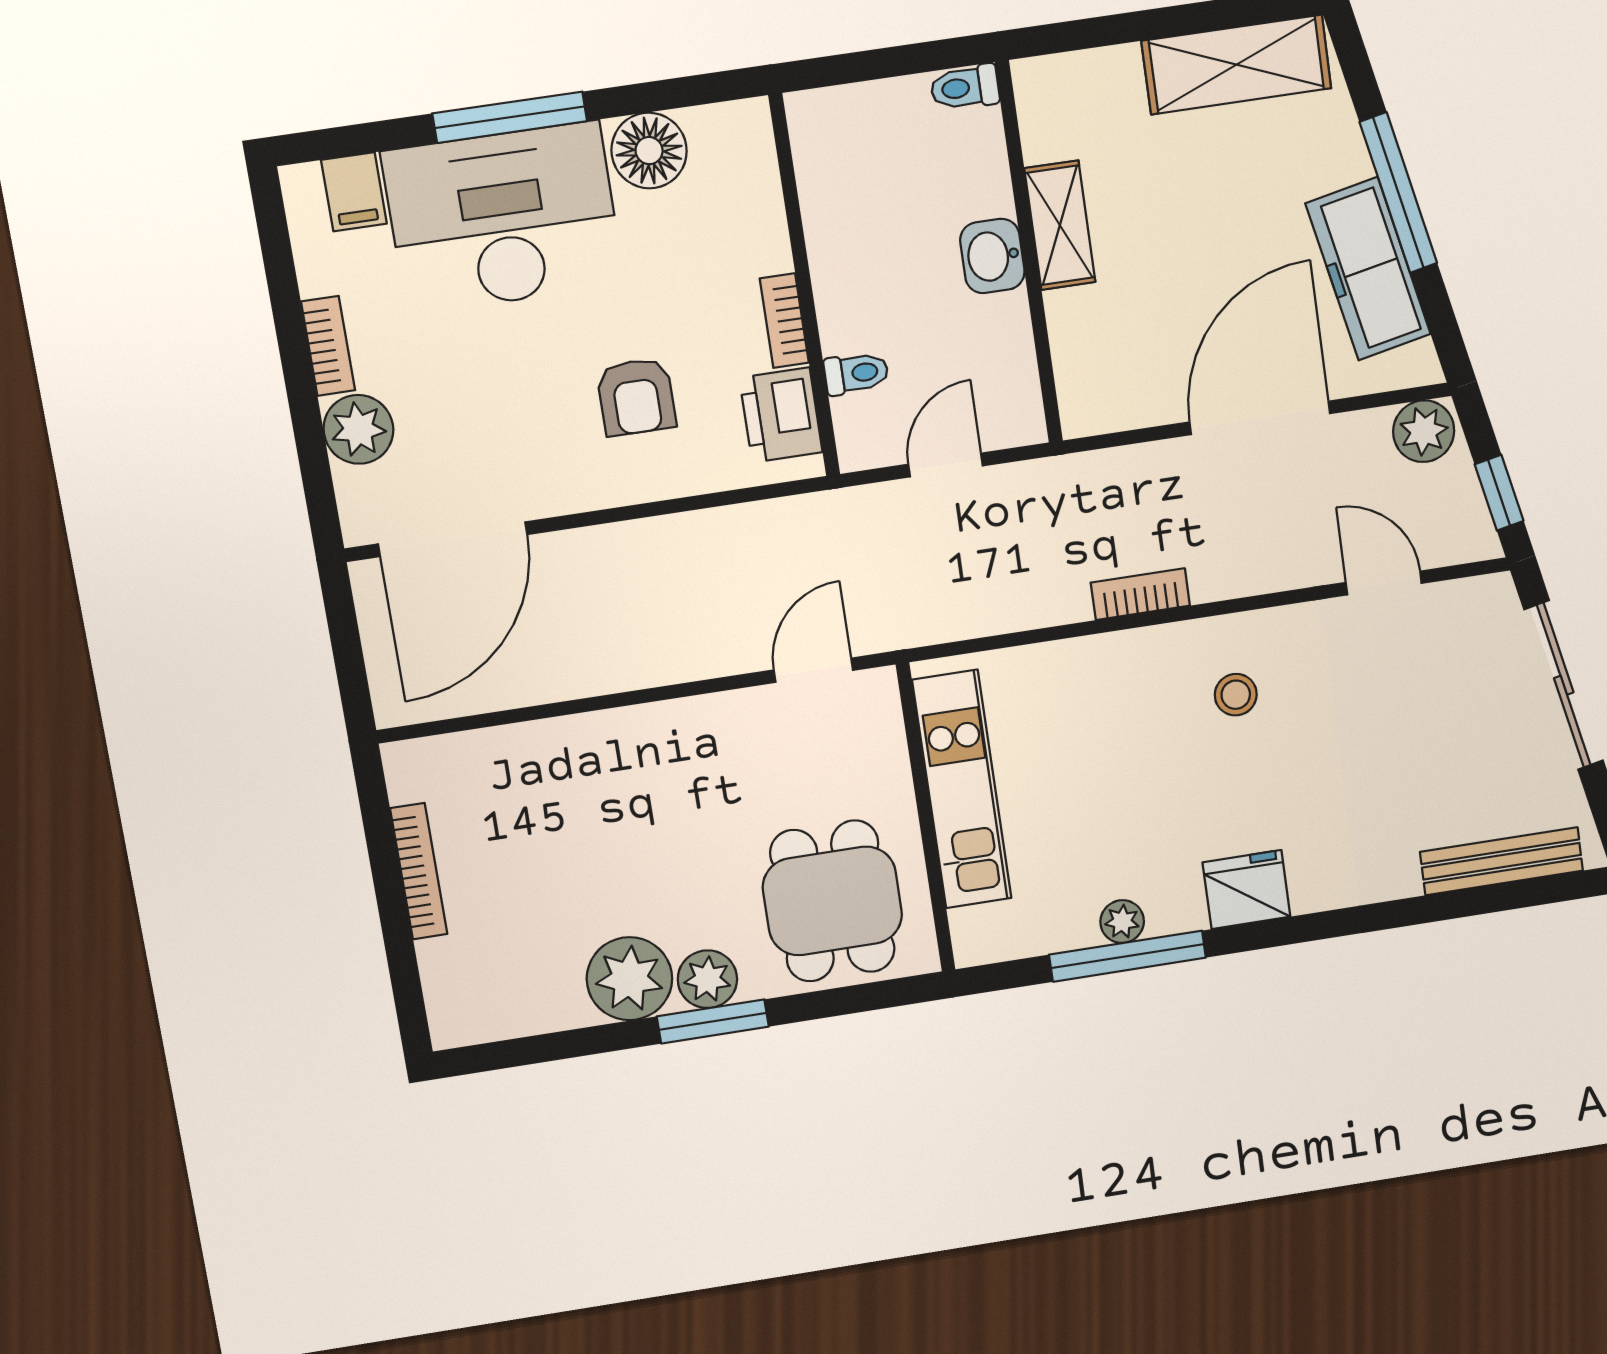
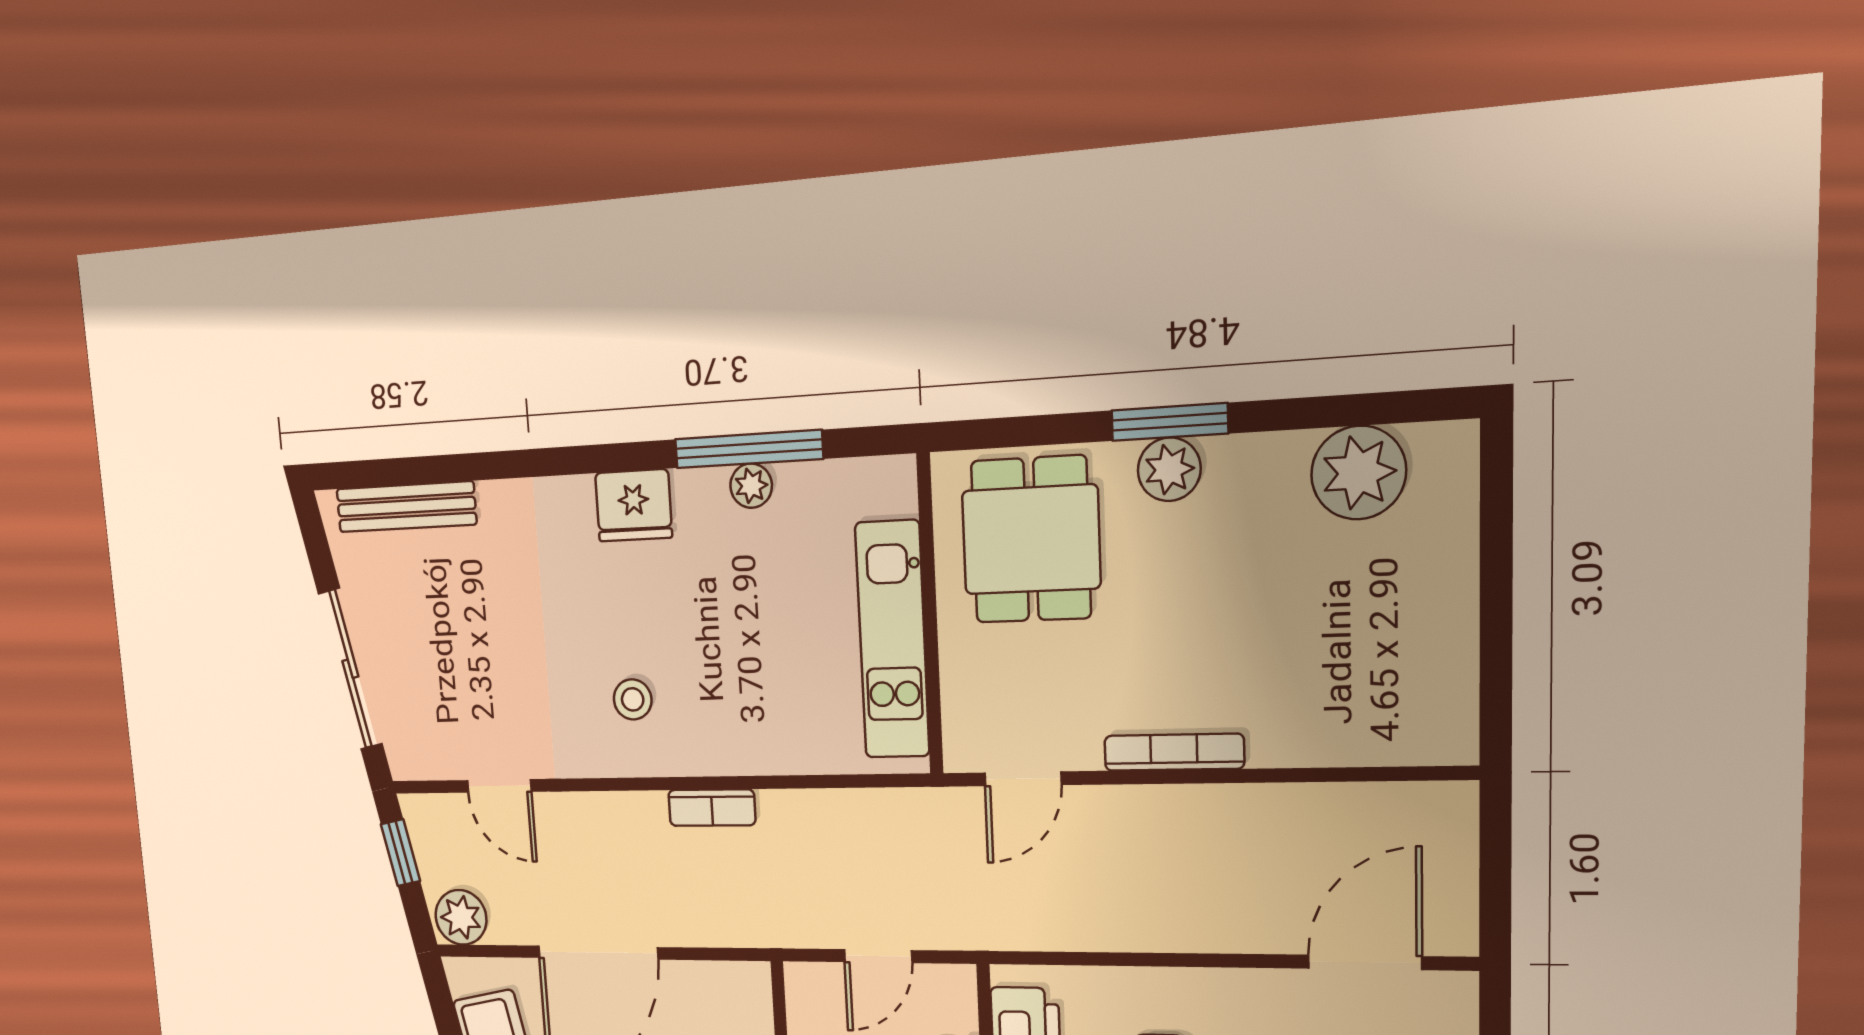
door: (453, 539) -> (1365, 962), width x0.73
bookcase: (419, 871) -> (1174, 752), moved, turned 90
plant: (629, 979) -> (1359, 473), moved

